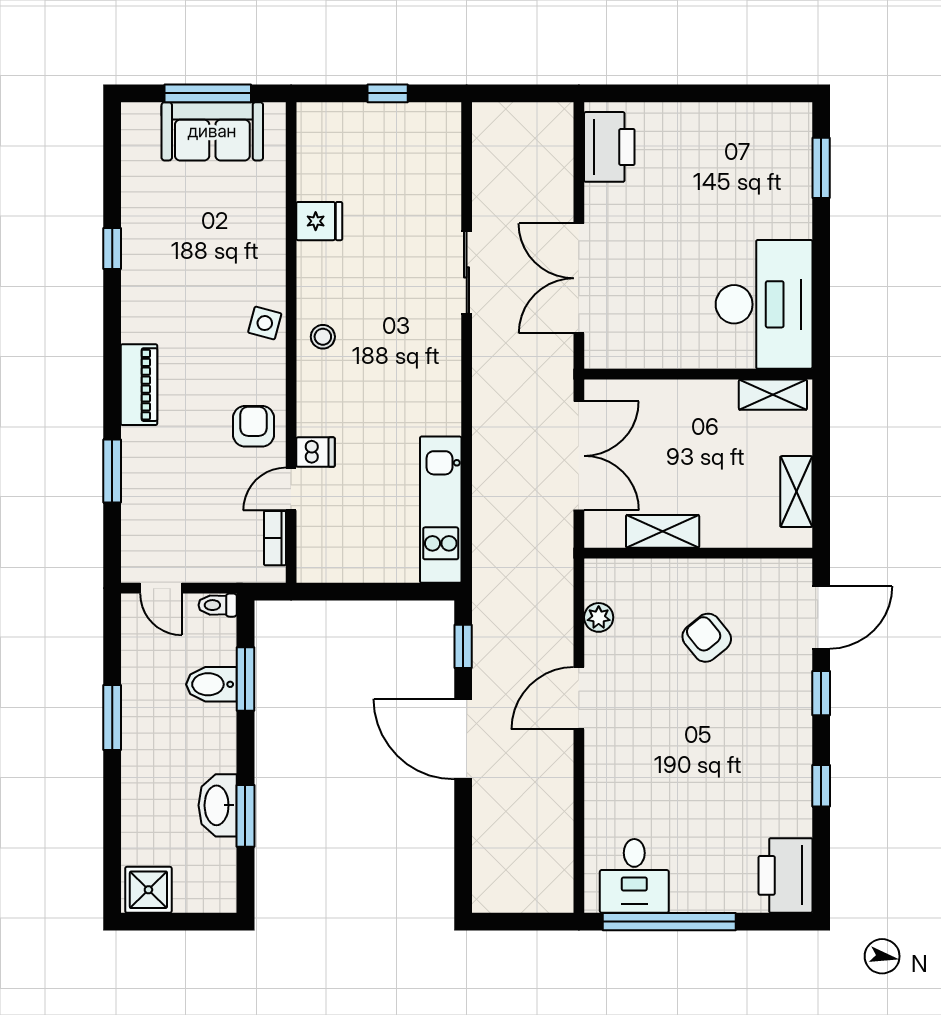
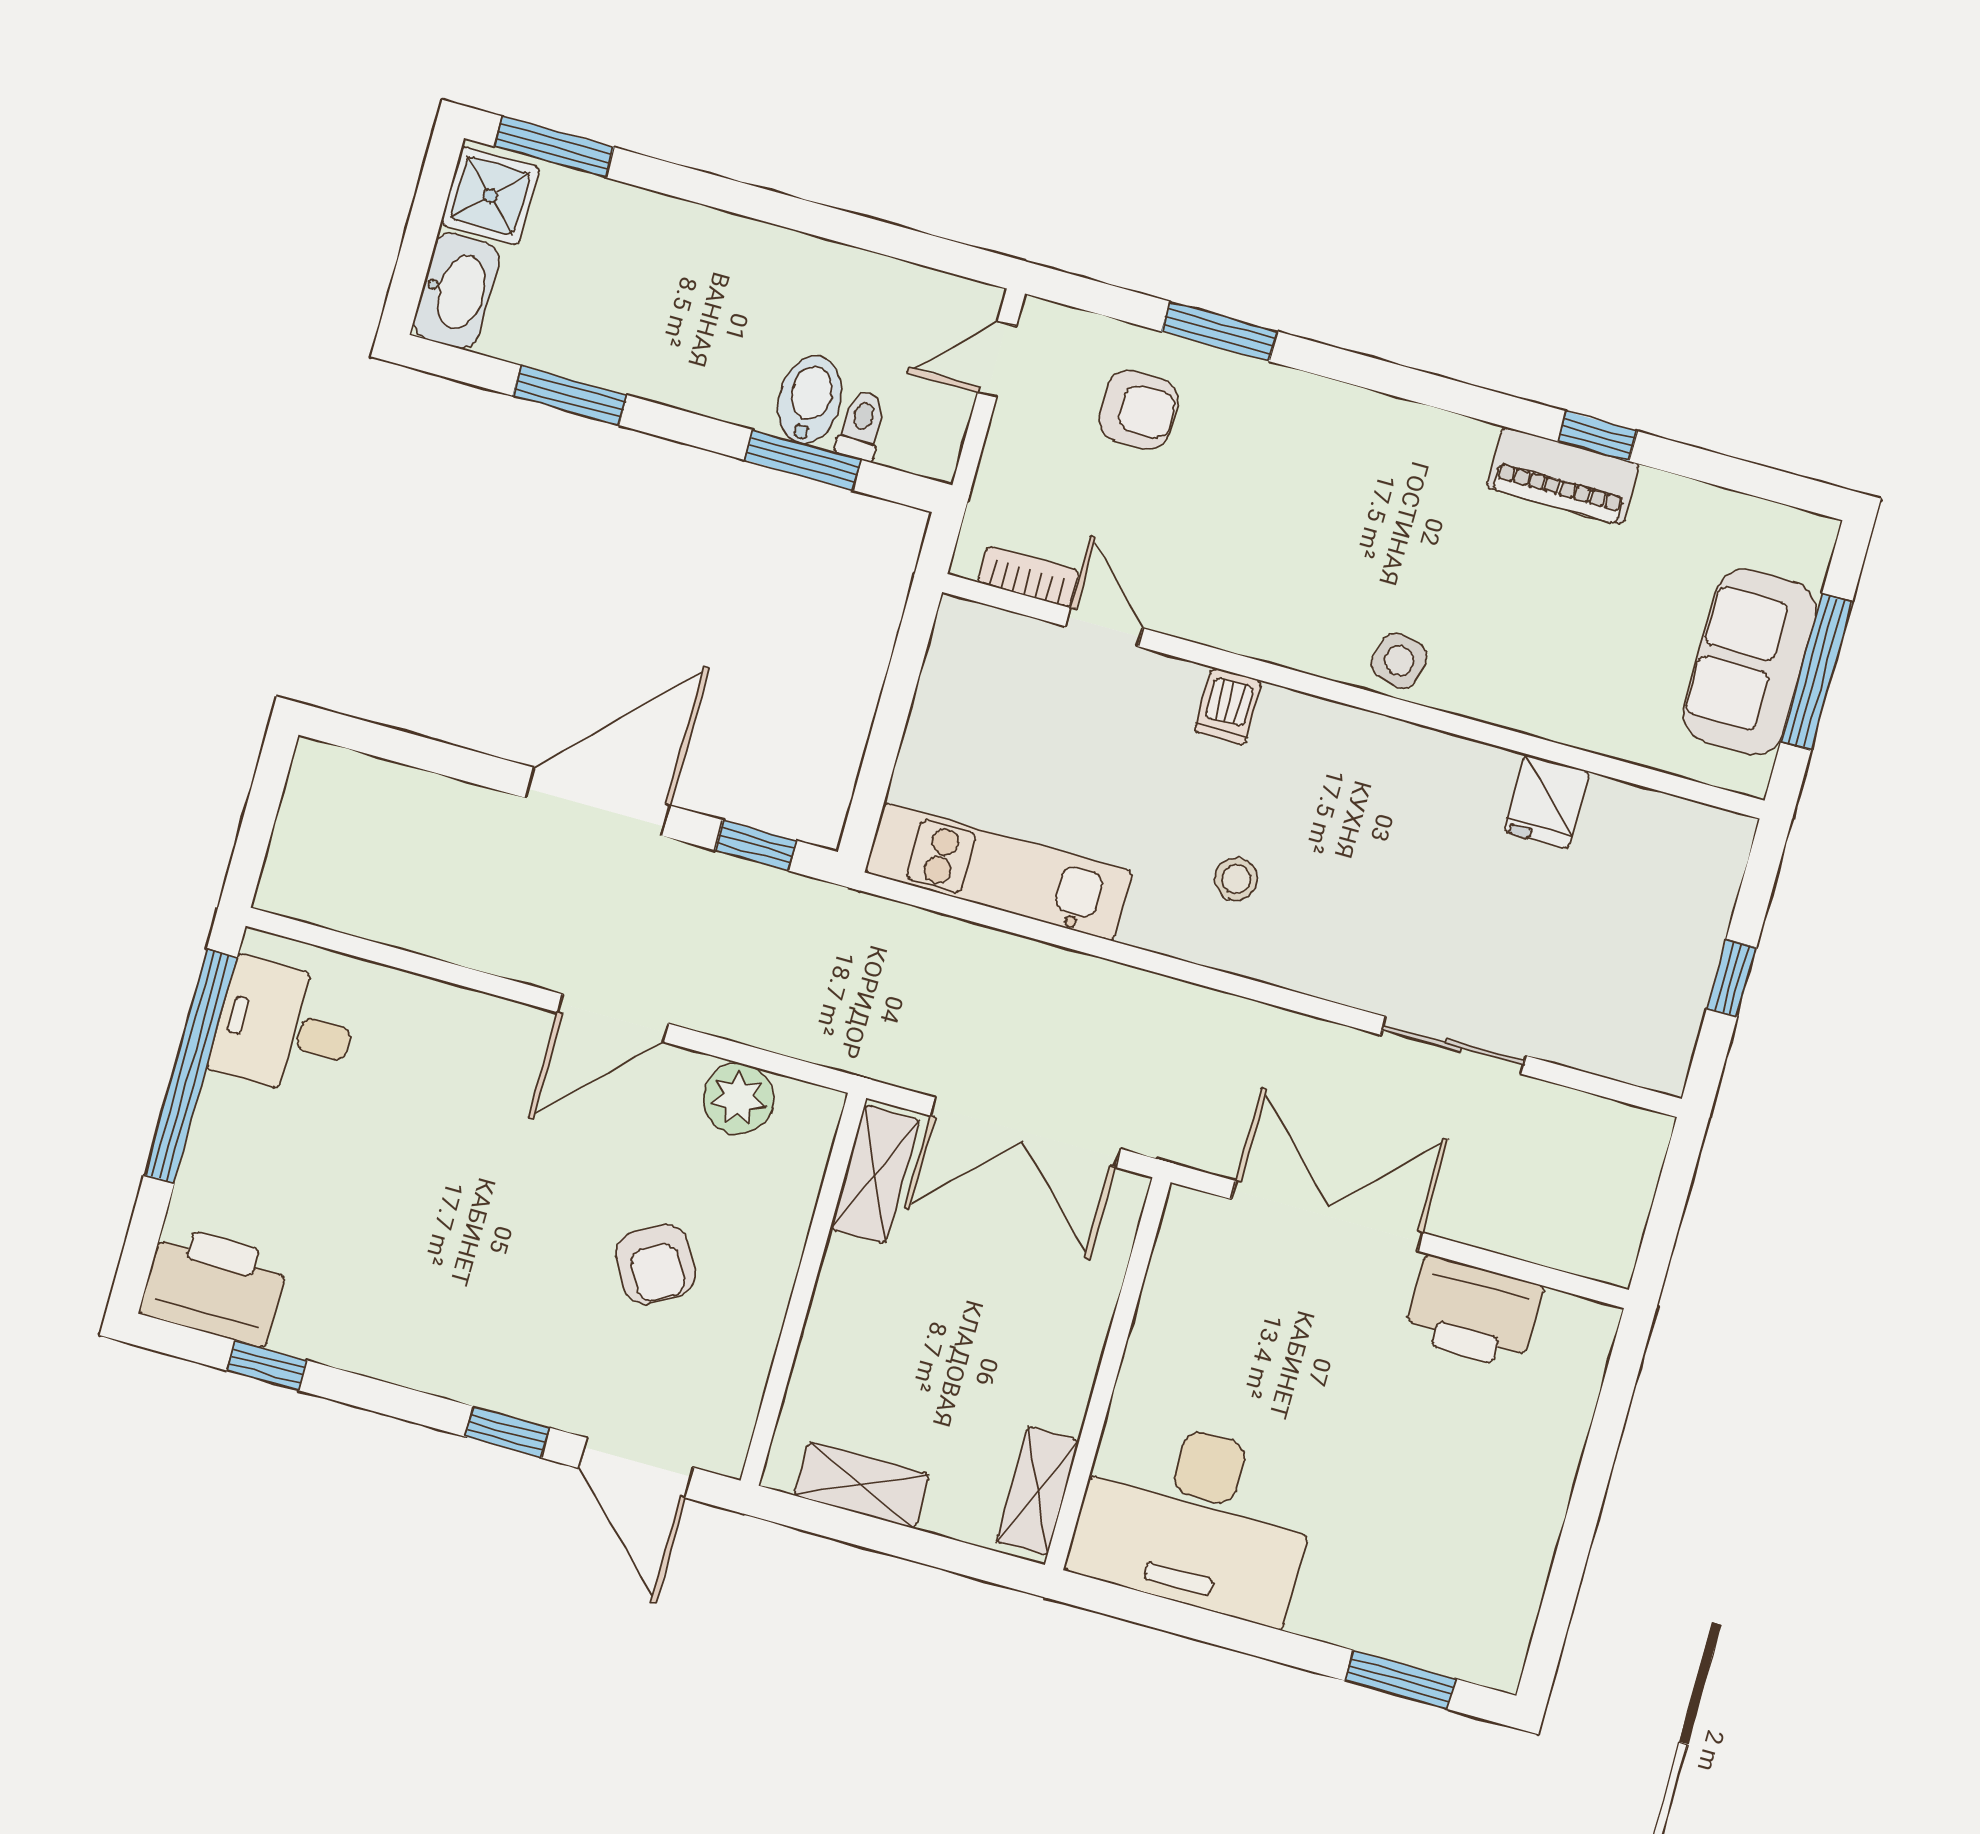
printer: (609, 147) -> (1473, 1312), moved
sliding door: (467, 272) -> (1453, 1045), moved
stool: (323, 337) -> (1236, 879), moved
piano: (139, 385) -> (1563, 476), moved
armchair: (254, 426) -> (1139, 410), moved
dishwasher: (316, 452) -> (1228, 706), moved
shelving: (663, 531) -> (875, 1174), moved
toilet: (218, 605) -> (861, 425), moved
plant: (599, 617) -> (738, 1099), width x1.38, depth x1.38
armchair: (707, 638) -> (656, 1264), turned 100
door: (579, 698) -> (613, 1018), swing flipped
window: (112, 717) -> (554, 147), moved
window: (821, 786) -> (267, 1365), moved
washbasin: (218, 805) -> (456, 291), moved, turned 90

